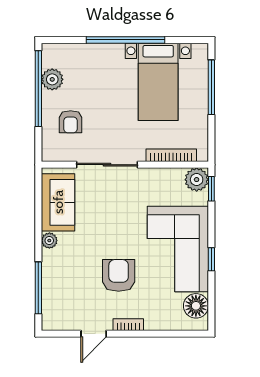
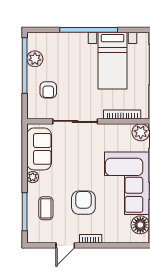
coffee table: (67, 283) -> (46, 208), added

